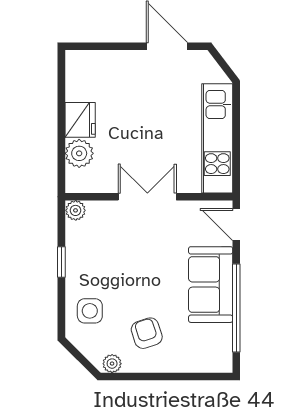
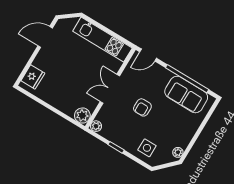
fridge: (80, 120) -> (33, 77), moved, turned 90
plant: (79, 153) -> (82, 116), moved
sofa: (211, 285) -> (186, 94), moved
armchair: (147, 333) -> (142, 107), moved, turned -72

